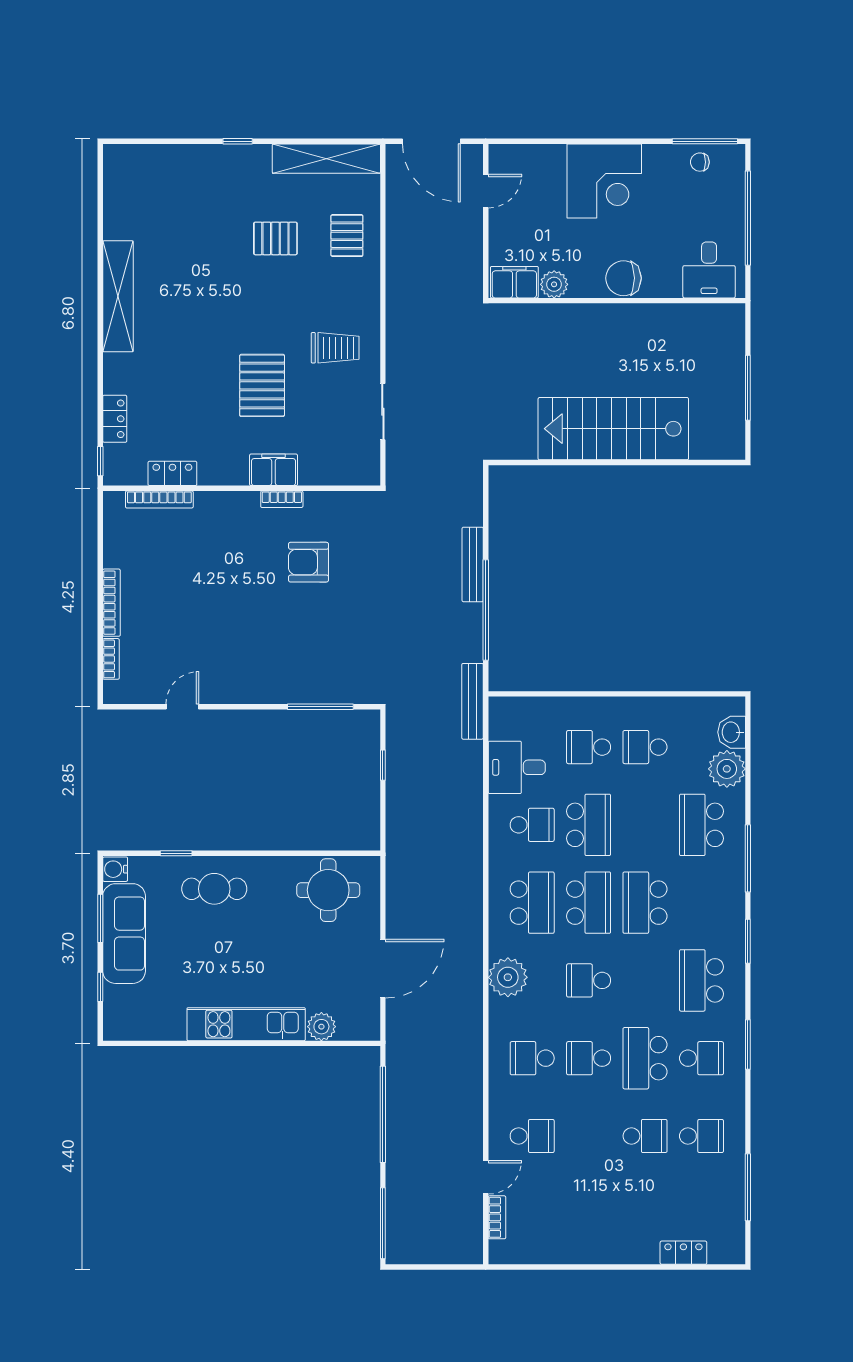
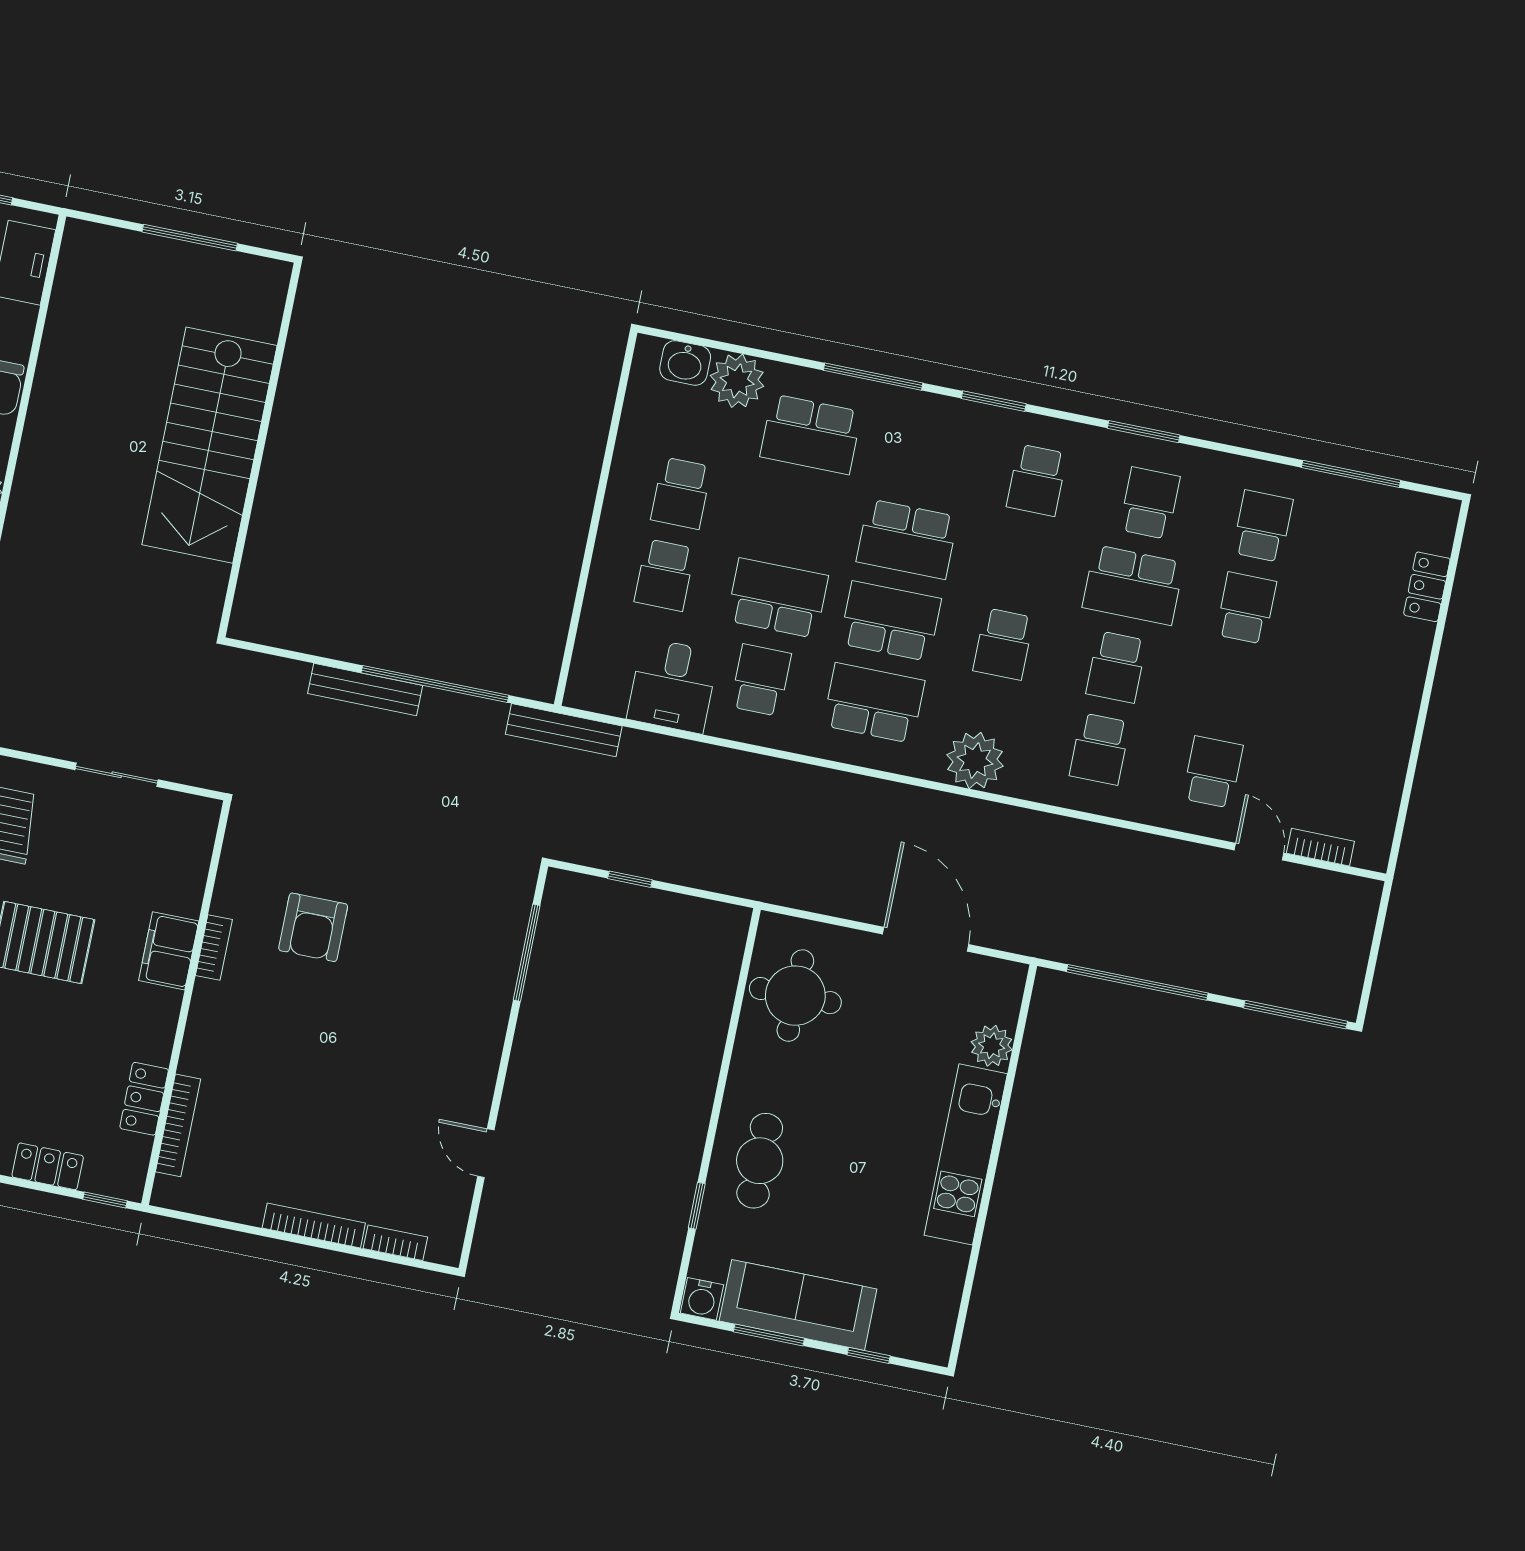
school desk: (701, 980) -> (1037, 480), width x0.54

